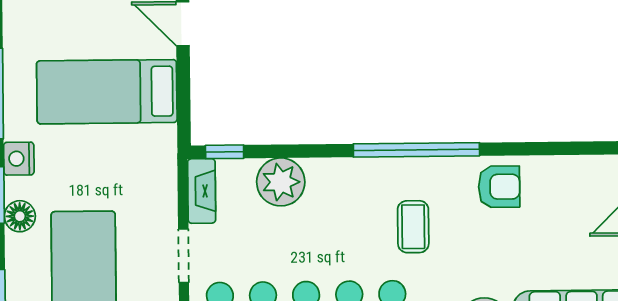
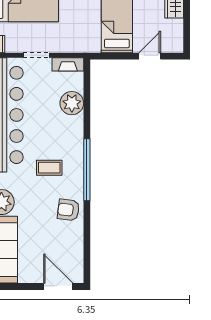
window: (225, 152) -> (87, 76), removed
armchair: (499, 187) -> (68, 210), turned 97

